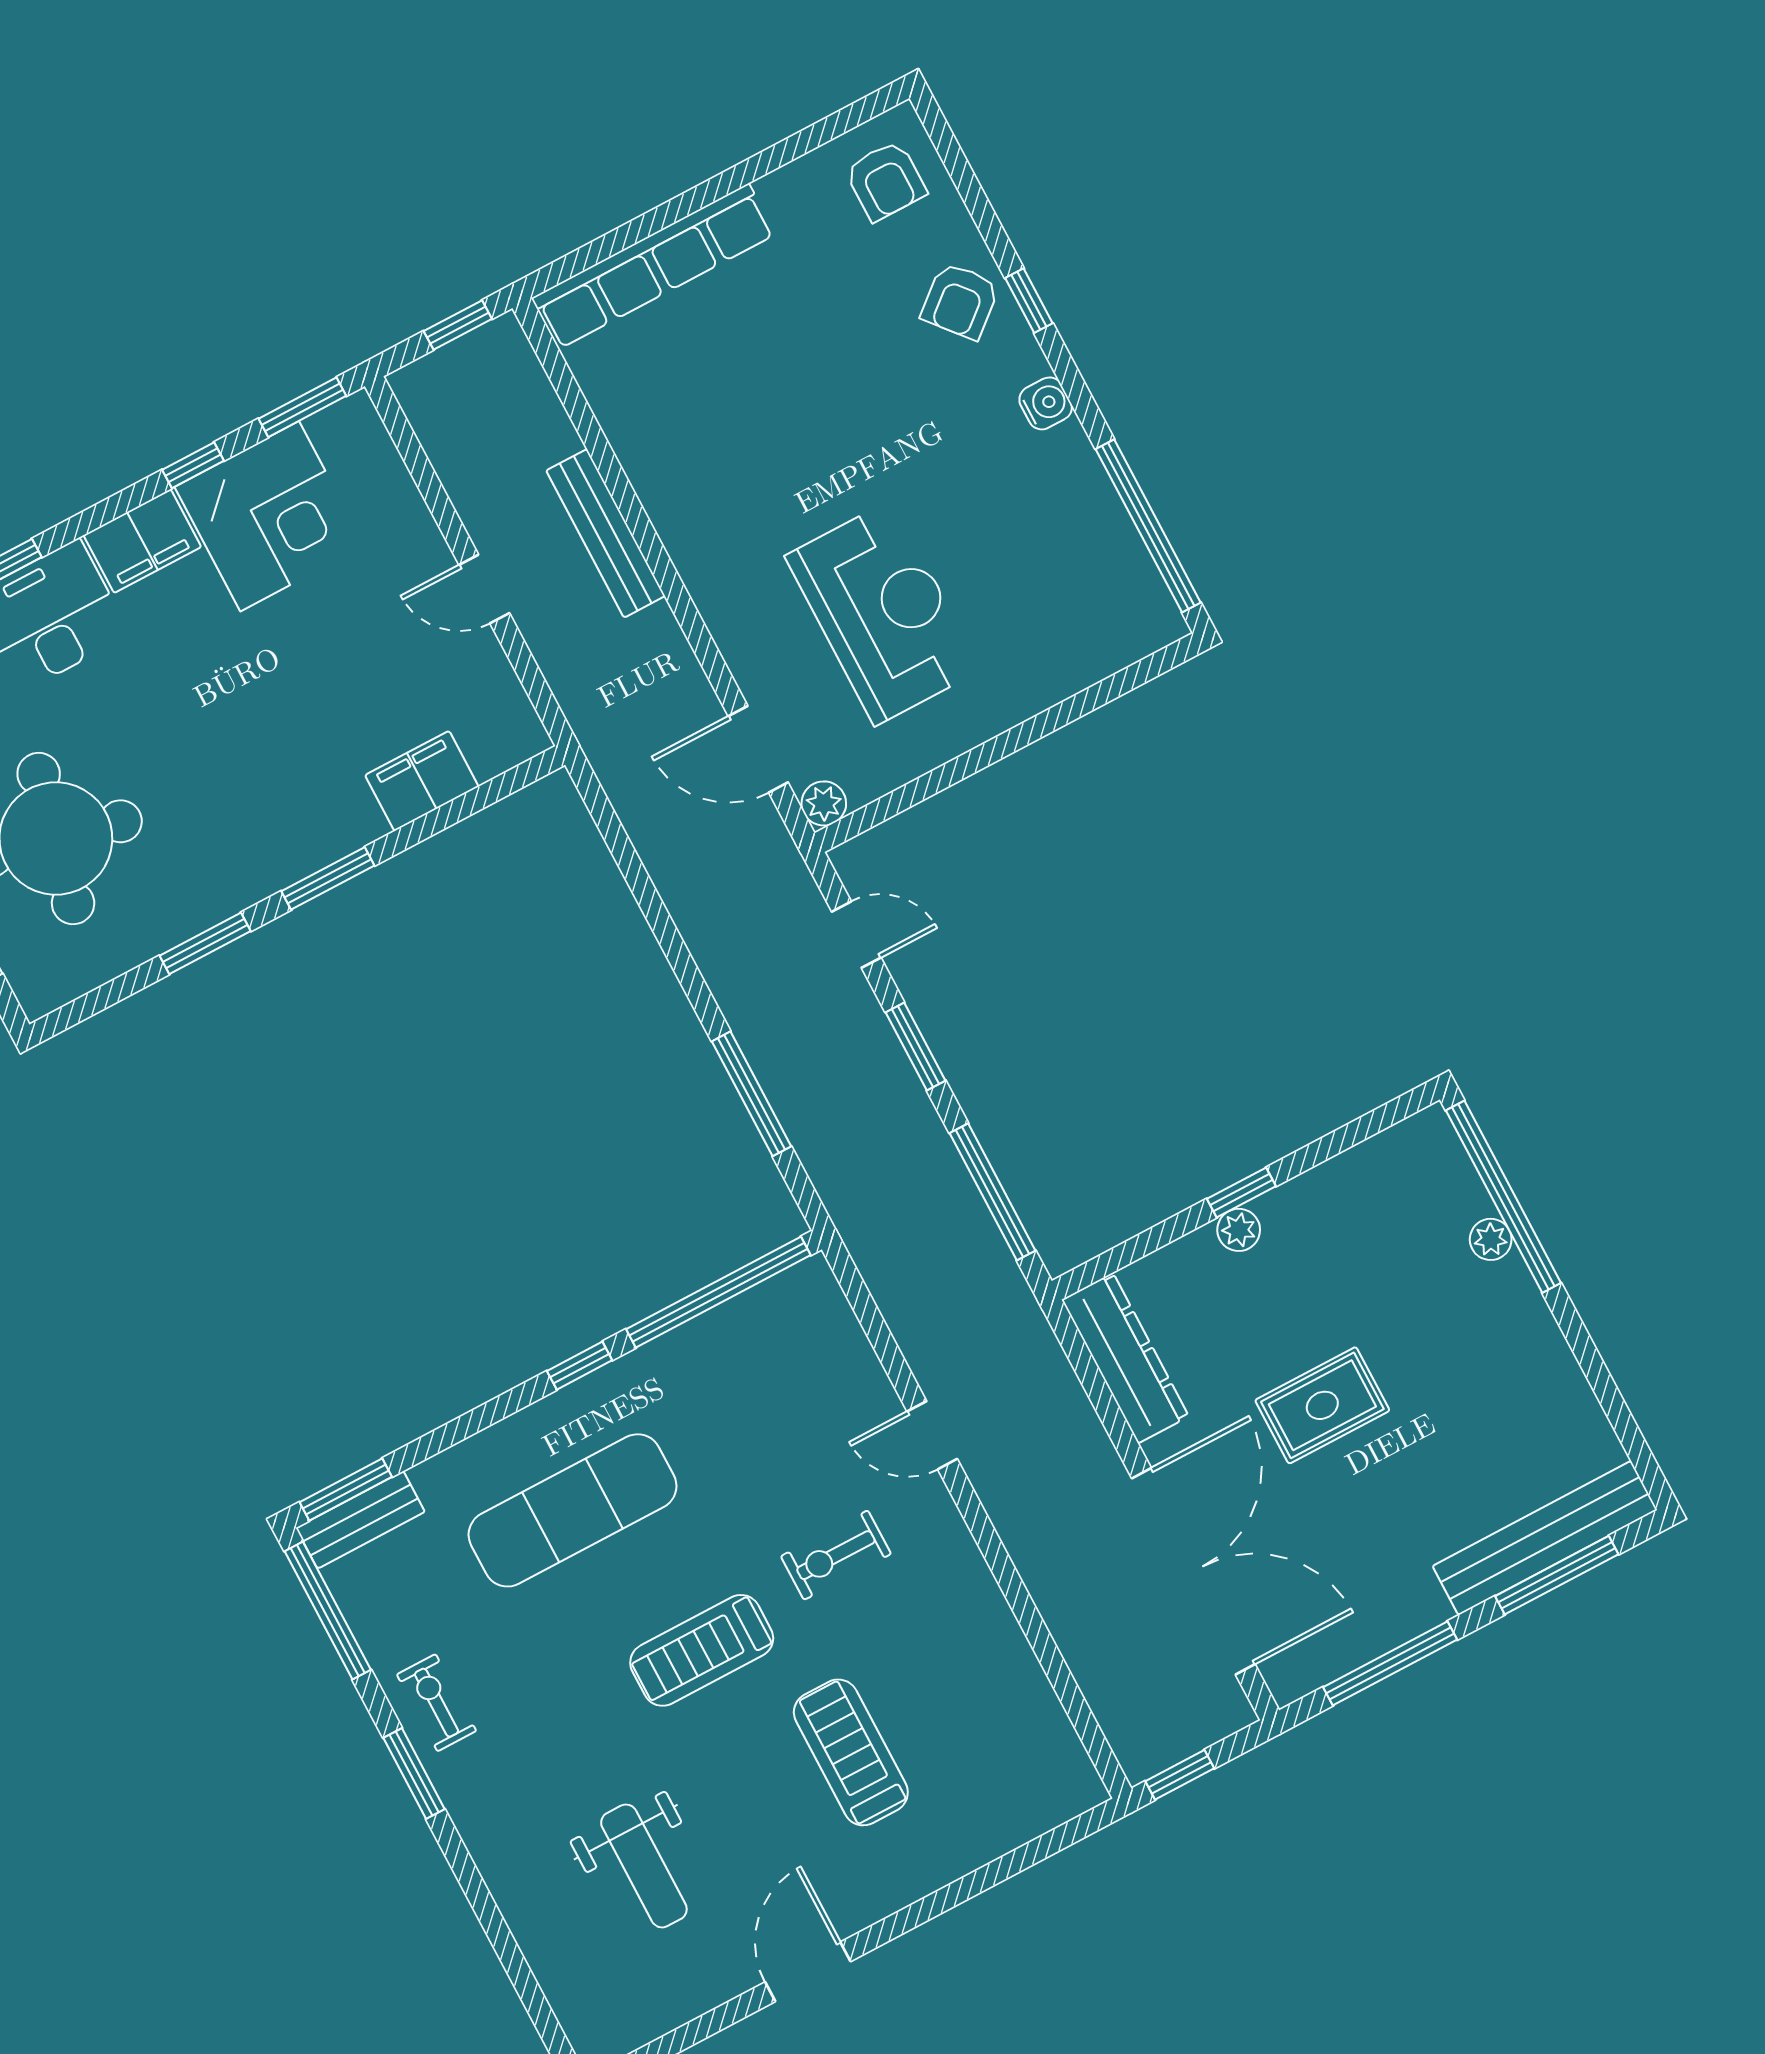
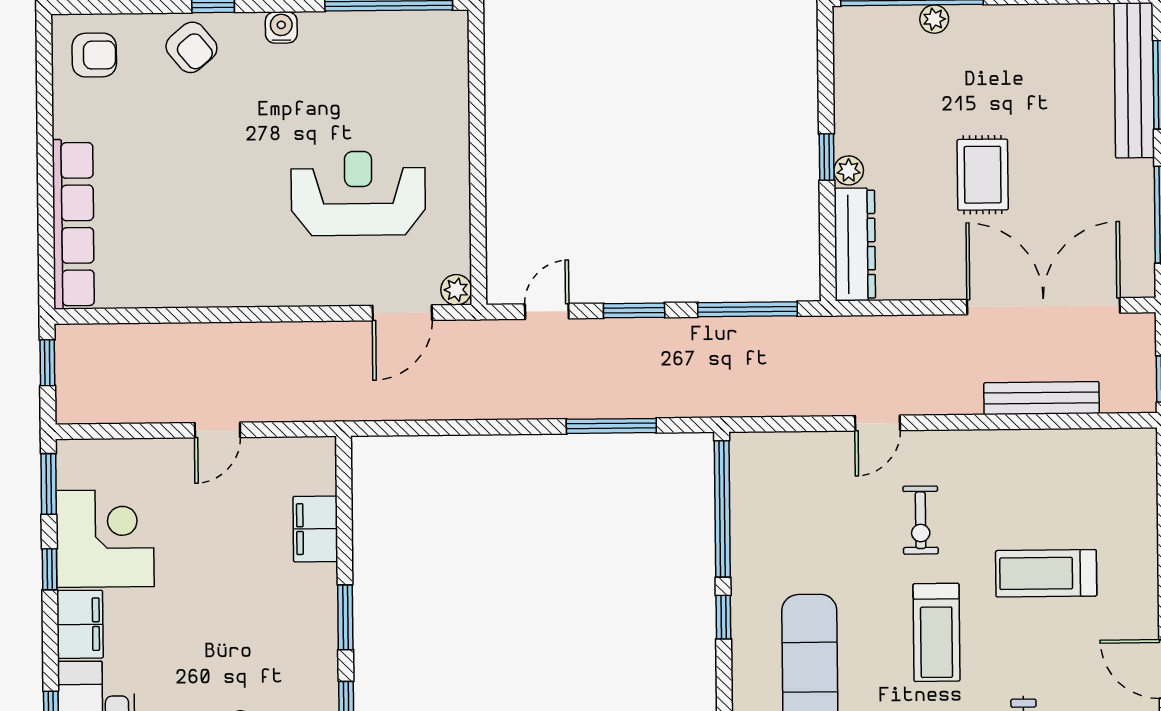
bench: (606, 533) -> (1042, 398), moved
dresser: (1125, 1358) -> (855, 244), moved, turned 90

